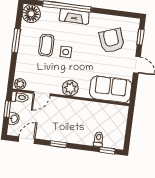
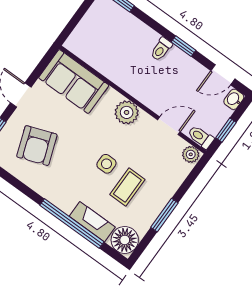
fireplace: (74, 16) -> (92, 222), moved
washbasin: (14, 119) -> (234, 99), moved
toilet: (98, 139) -> (161, 49), moved

